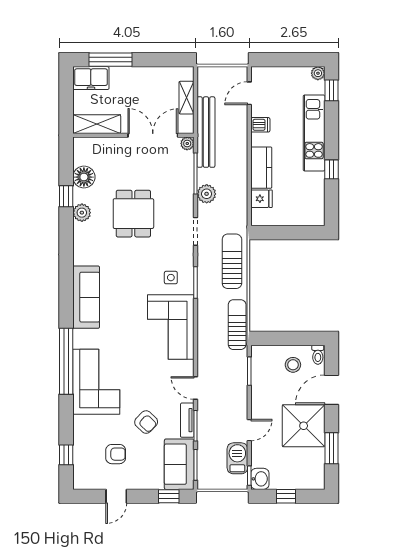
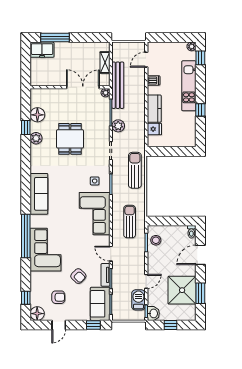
shelving: (97, 124) -> (46, 80), removed
sun lounger: (237, 325) -> (130, 222), moved
stool: (293, 365) -> (156, 240), moved
shower: (304, 426) -> (182, 290), moved
floor lamp: (84, 479) -> (37, 314), added

